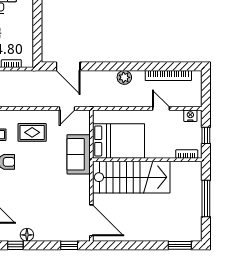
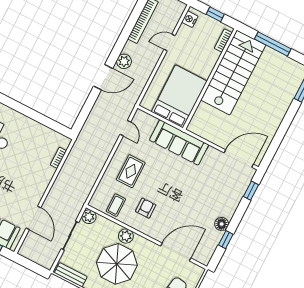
door: (68, 66) -> (103, 77), moved
sofa: (79, 154) -> (179, 142), width x1.36
stairs: (131, 177) -> (233, 73), moved

